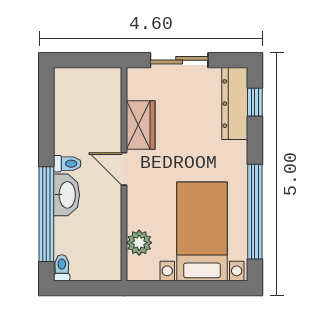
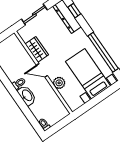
window: (46, 214) -> (24, 108), removed
plant: (139, 243) -> (59, 83), moved

